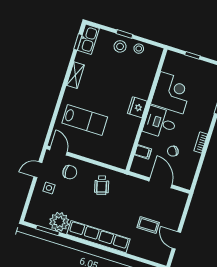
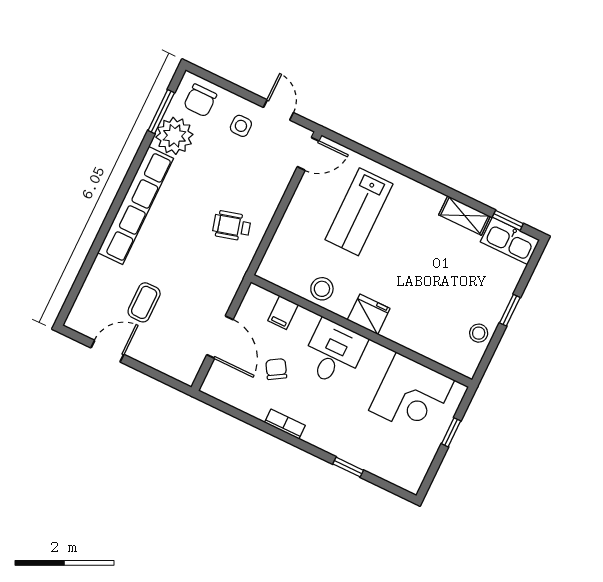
stool: (120, 46) -> (322, 289), moved
shelving: (75, 75) -> (465, 215), moved
corner desk: (172, 93) -> (412, 395), moved
chair: (70, 172) -> (200, 100), moved
door: (161, 183) -> (220, 337), hinge flipped

